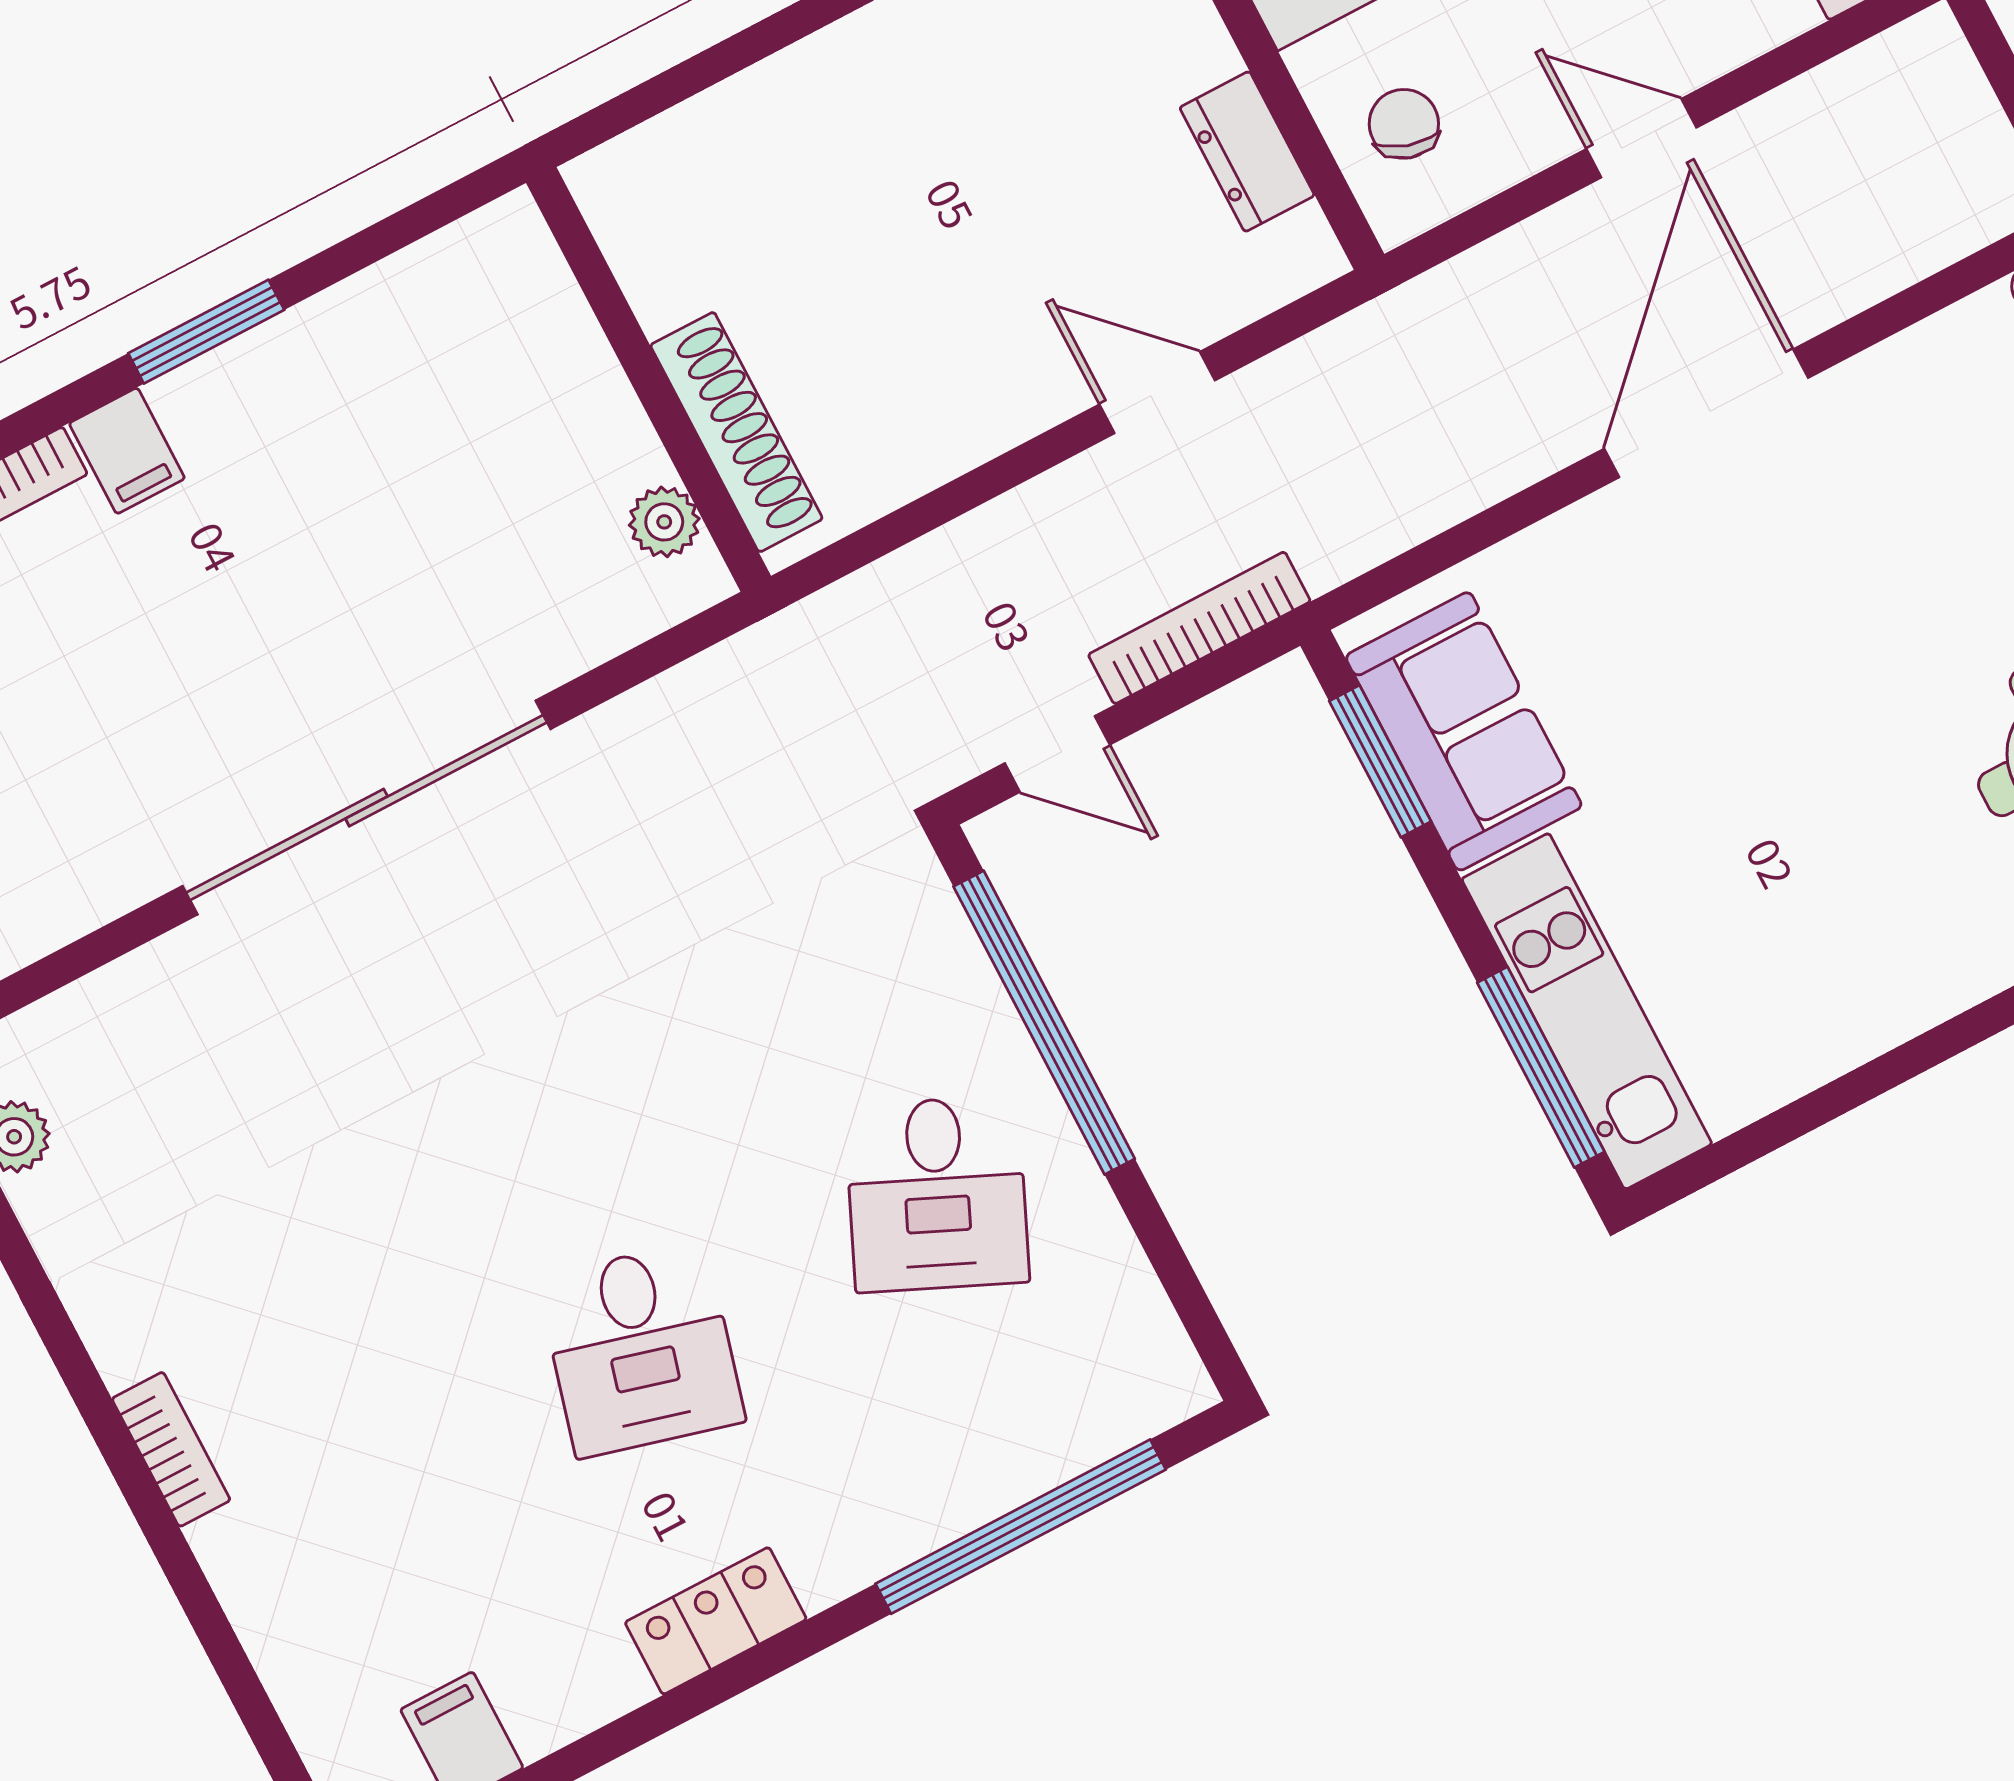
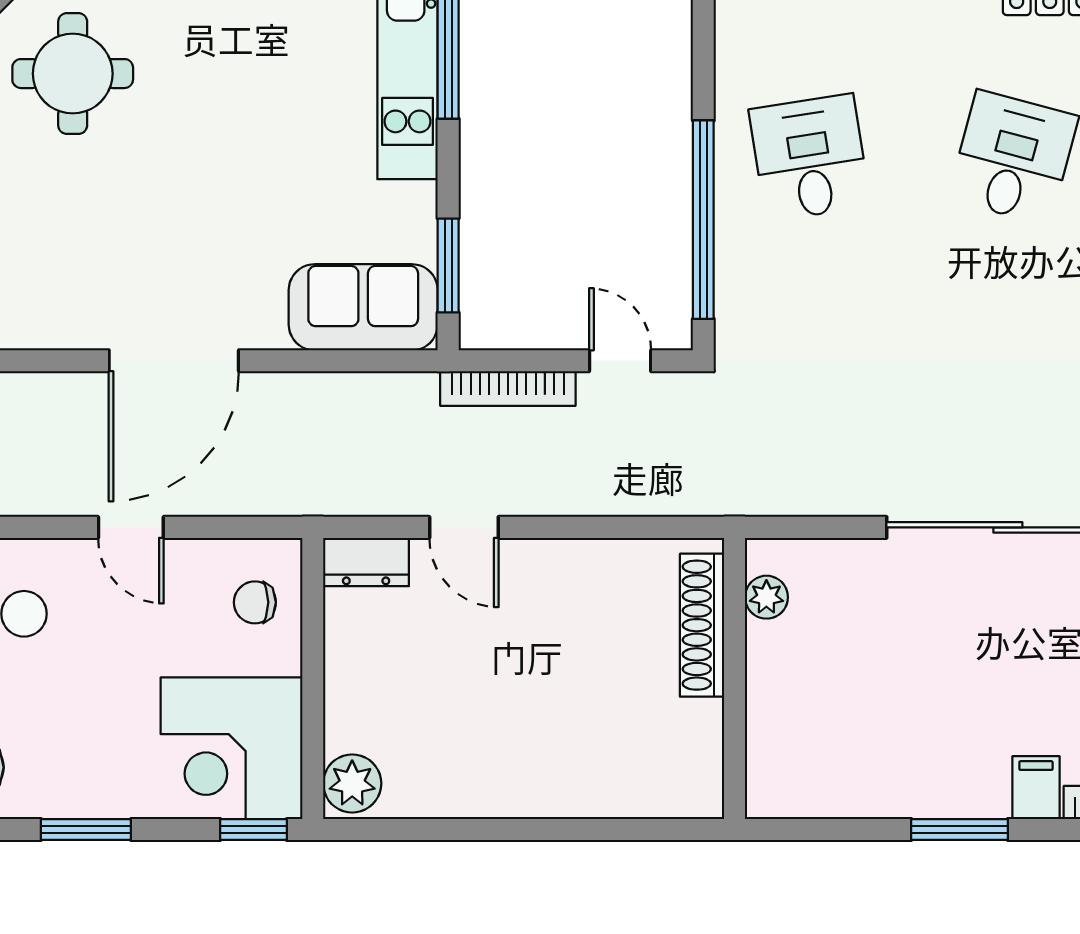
chair: (1404, 124) -> (255, 602), turned 73
dresser: (1247, 152) -> (366, 562), moved, turned 90
sofa: (1464, 731) -> (363, 307), moved, turned 90
desk: (937, 1194) -> (810, 158), turned -33

